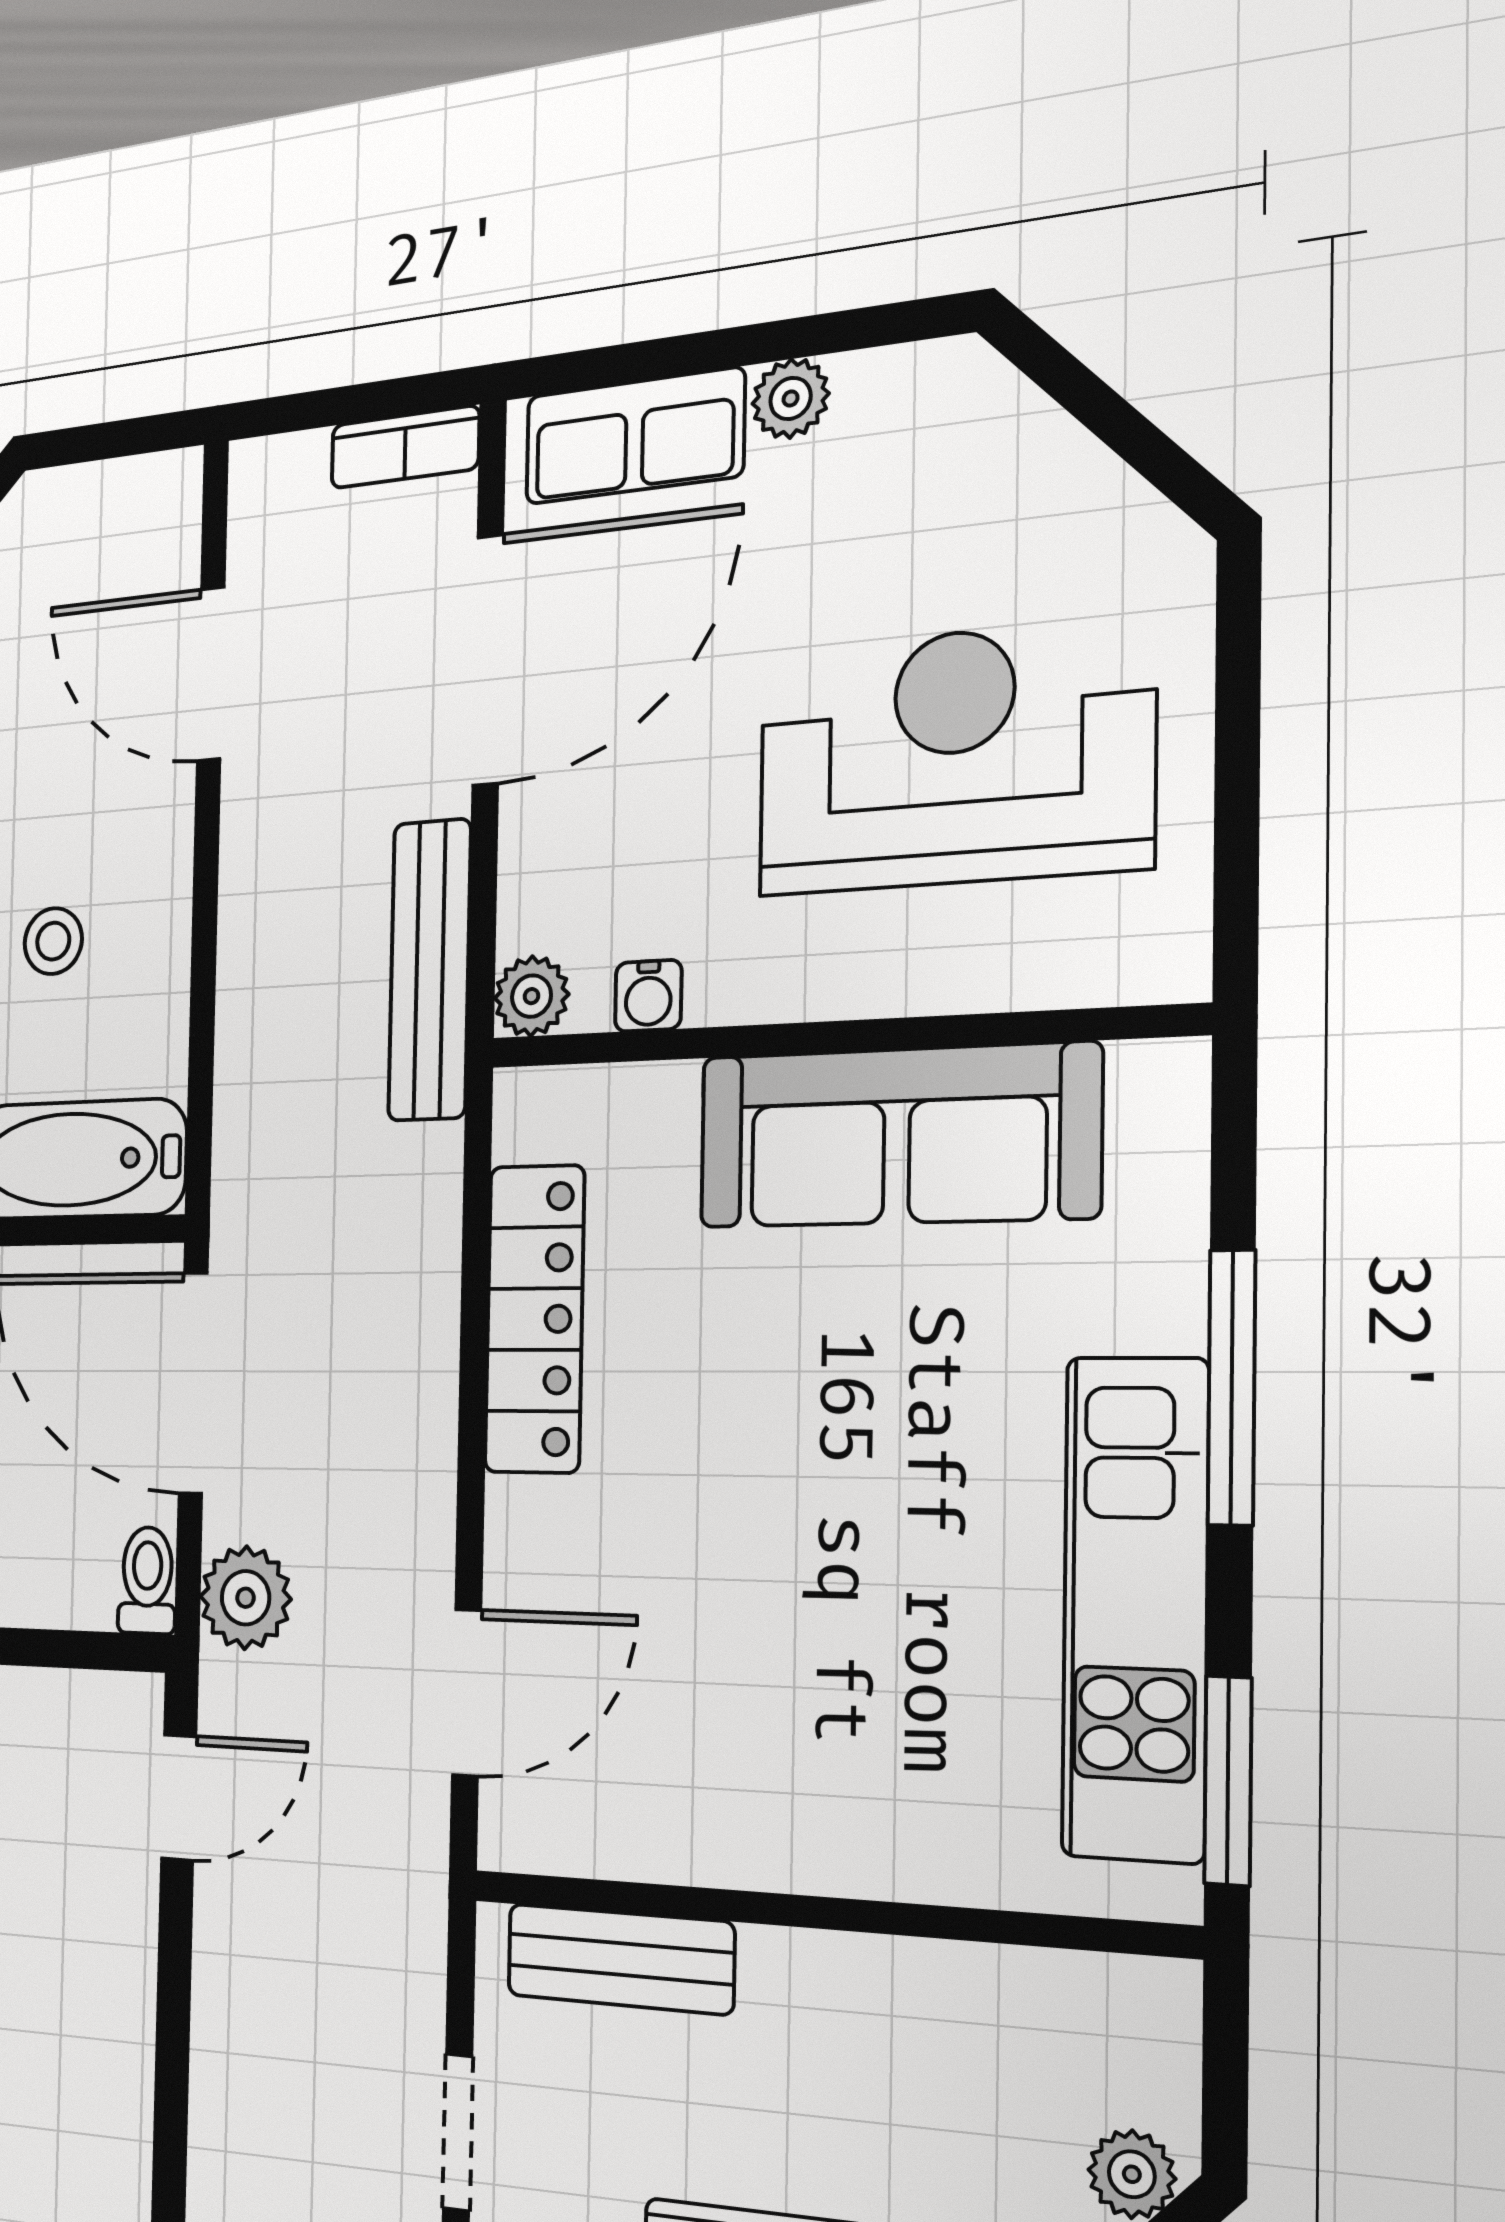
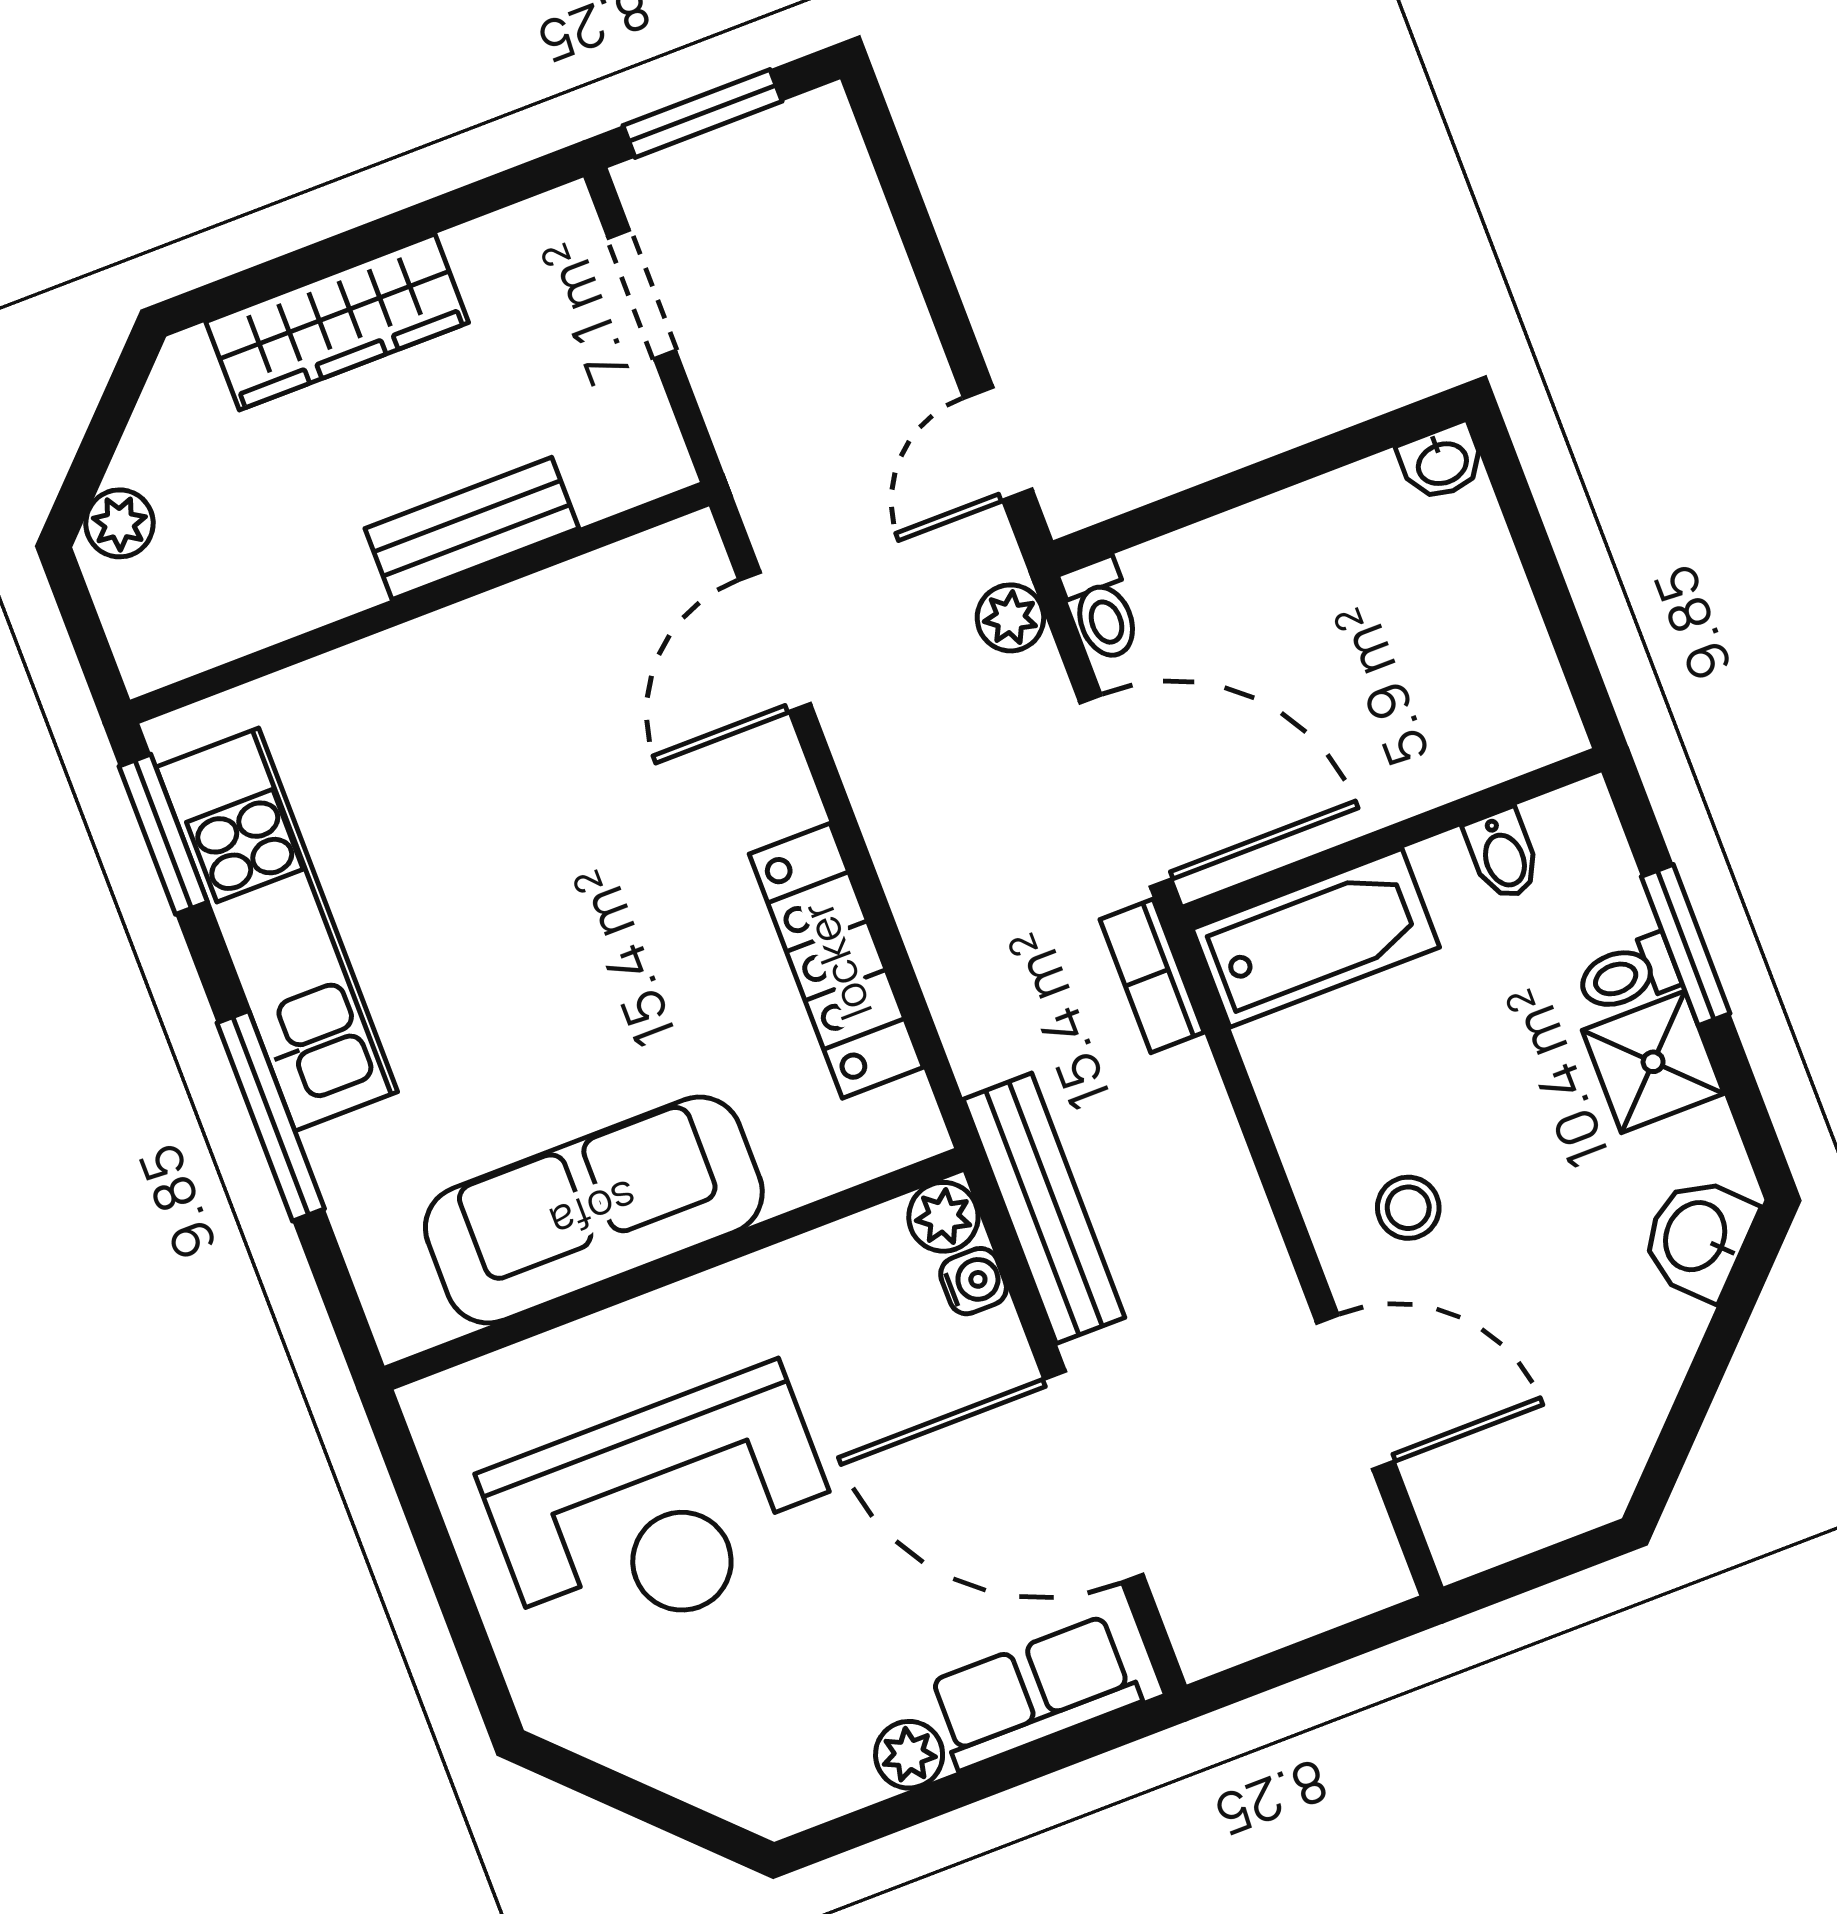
bookcase: (405, 447) -> (1152, 976), moved, turned -90
door: (488, 660) -> (1094, 1477), hinge flipped
stool: (53, 941) -> (1408, 1208), moved
water cooler: (648, 996) -> (974, 1281), moved, turned 90
plant: (246, 1598) -> (1010, 618), width x0.73, depth x0.73
bench: (620, 1959) -> (472, 528), moved

